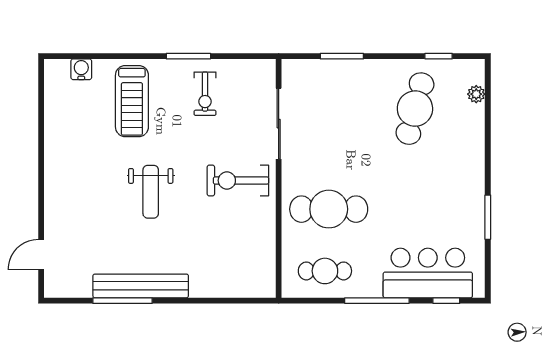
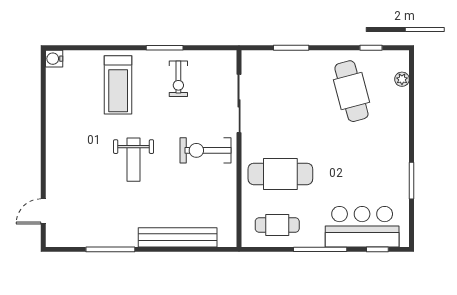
water cooler: (81, 69) -> (54, 59), moved, turned -90
cafe table: (415, 109) -> (351, 91), turned -30
bench: (141, 286) -> (178, 237), moved

